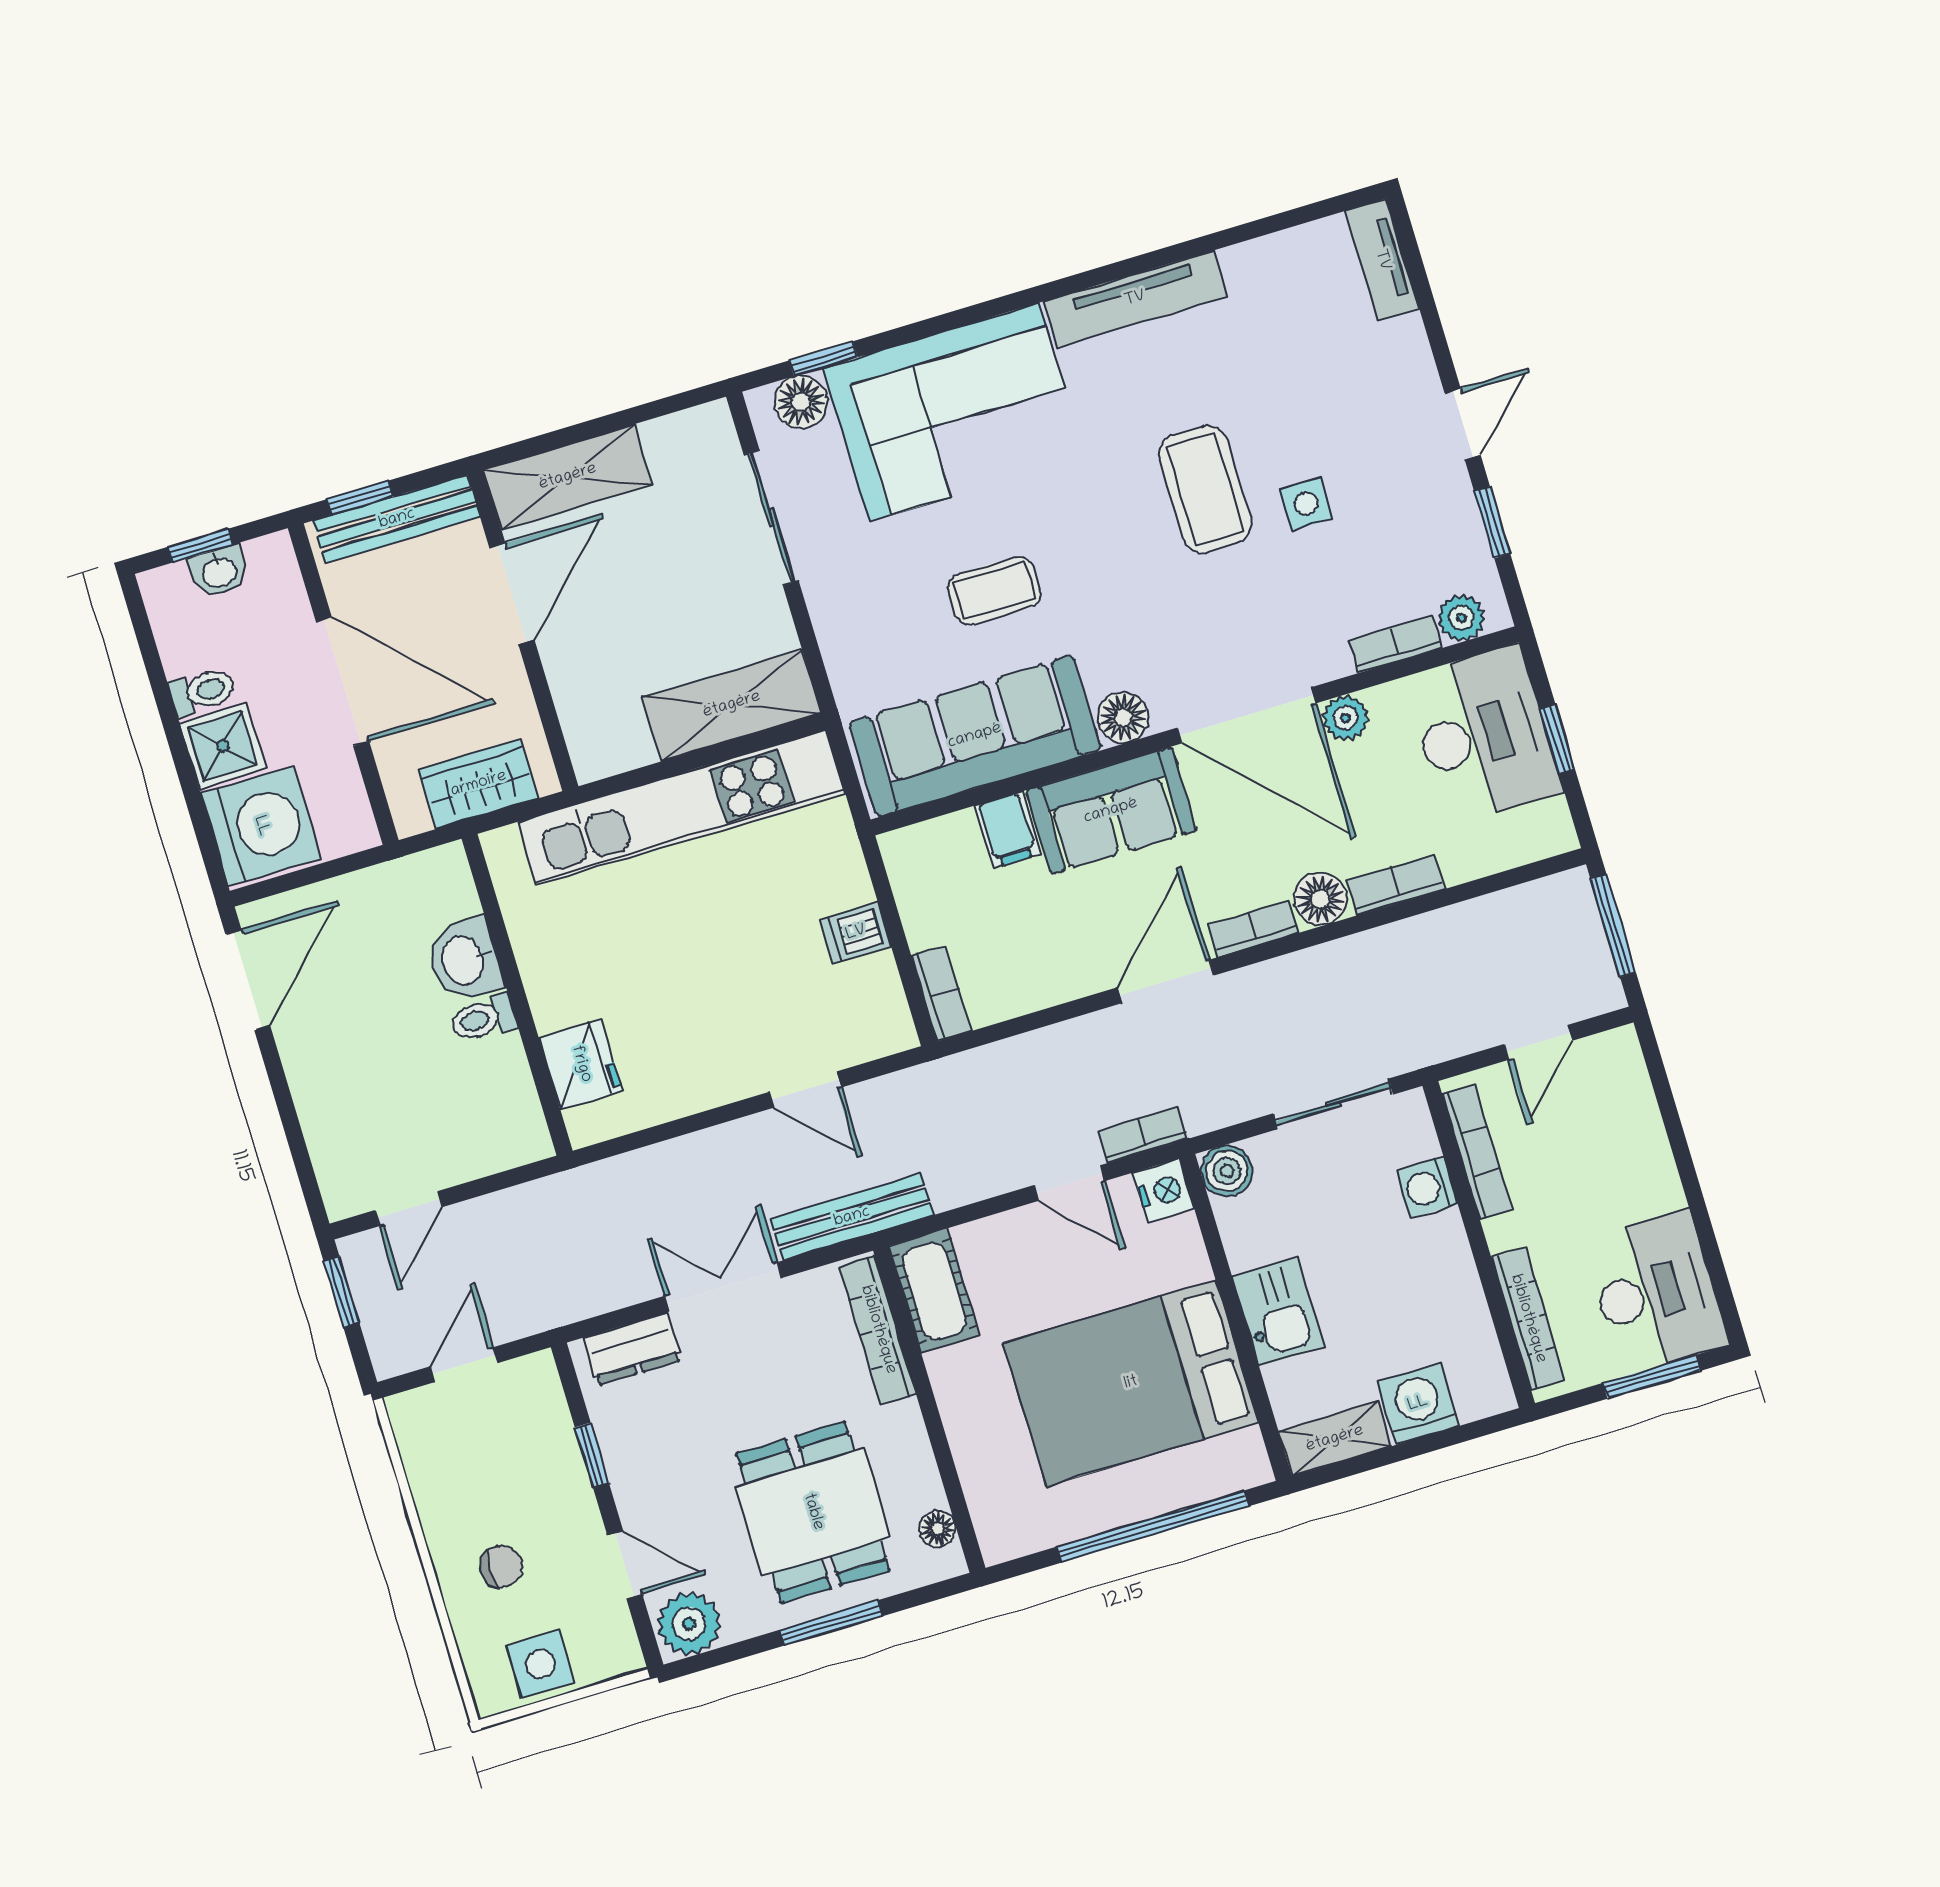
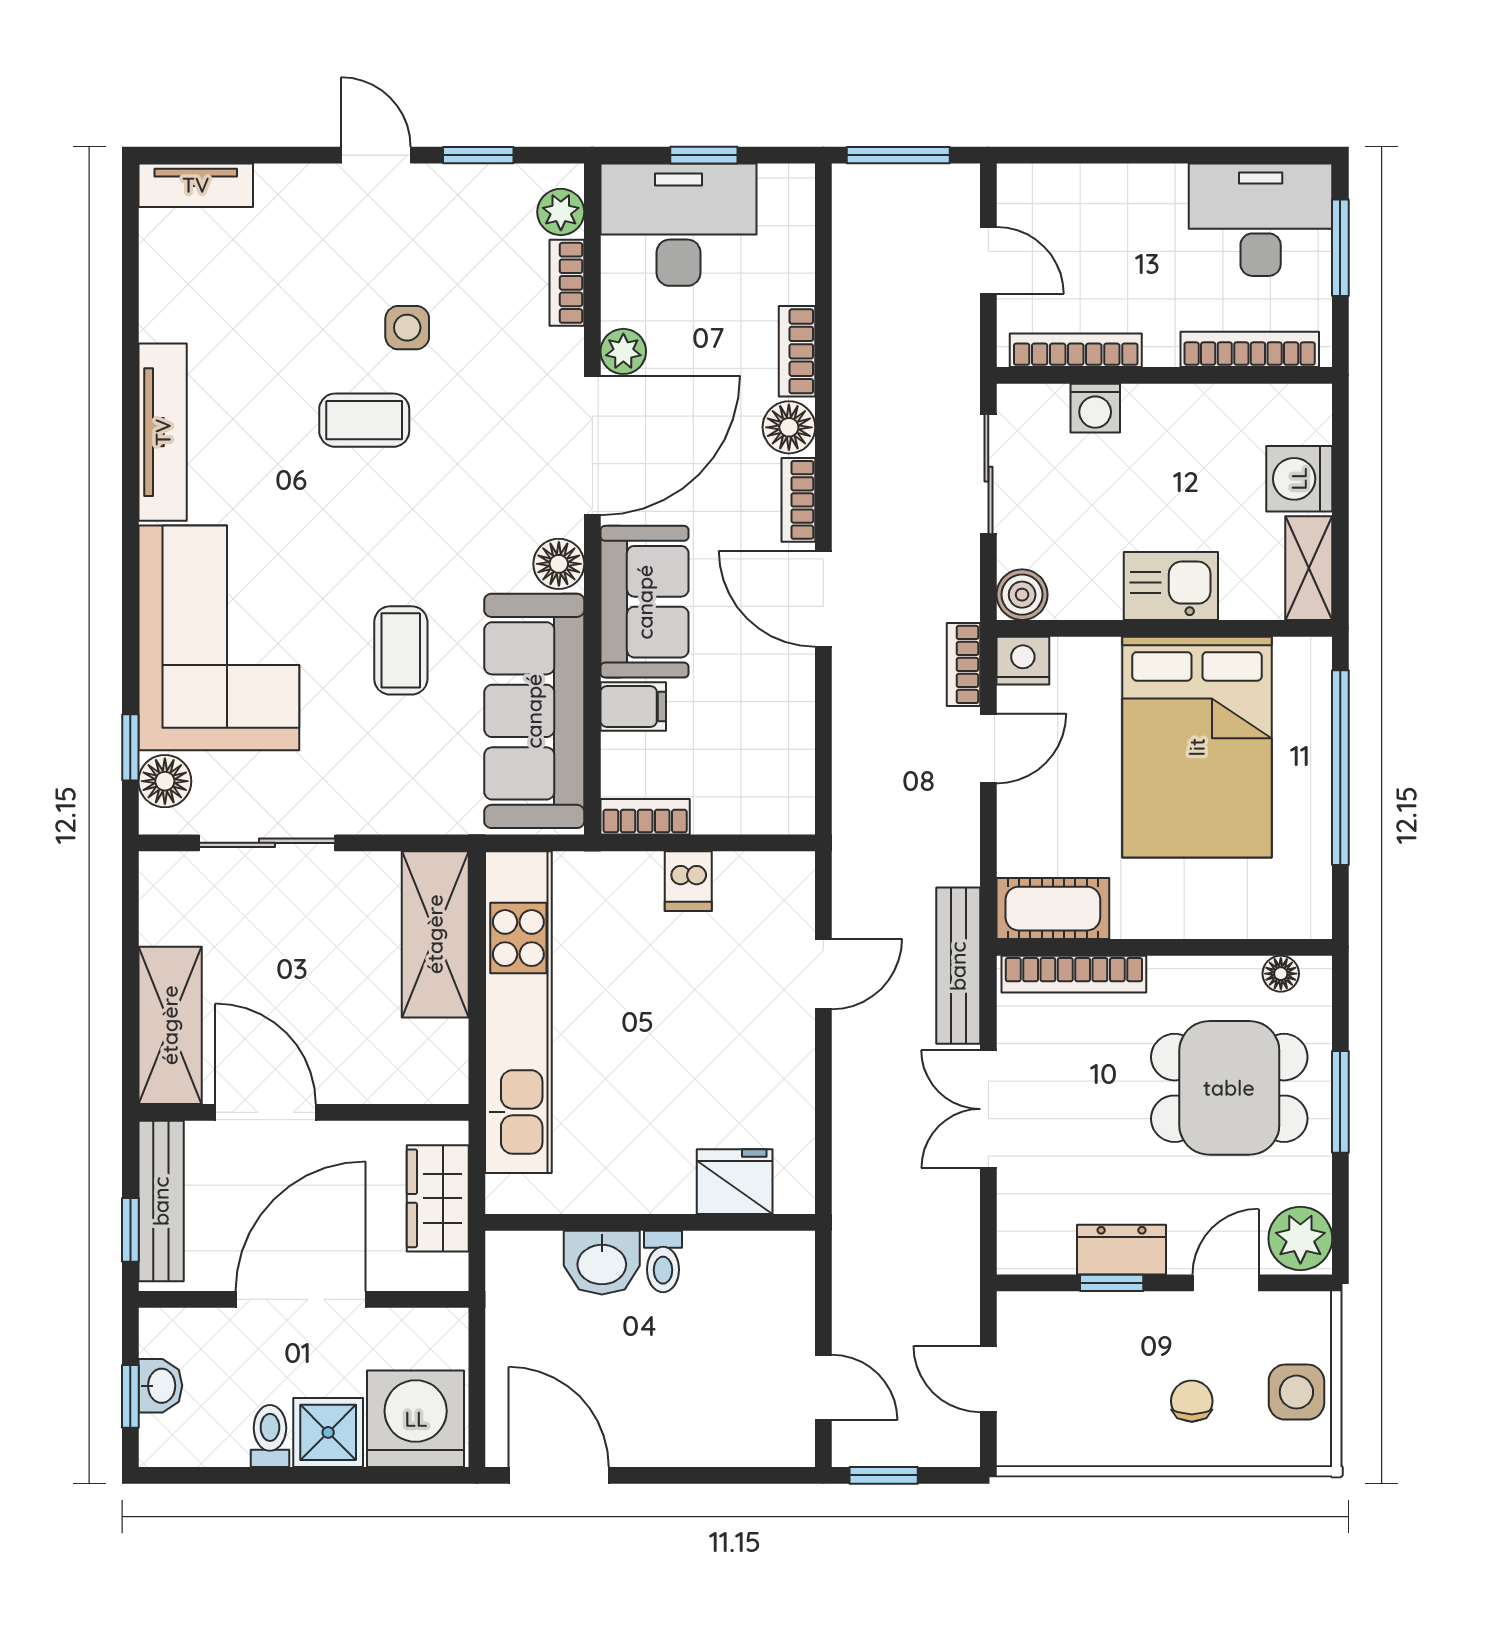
coffee table: (1205, 489) -> (364, 420), width x0.73, depth x0.77
bookcase: (941, 994) -> (645, 817), moved
dresser: (632, 1349) -> (1122, 1250), moved, turned -90

